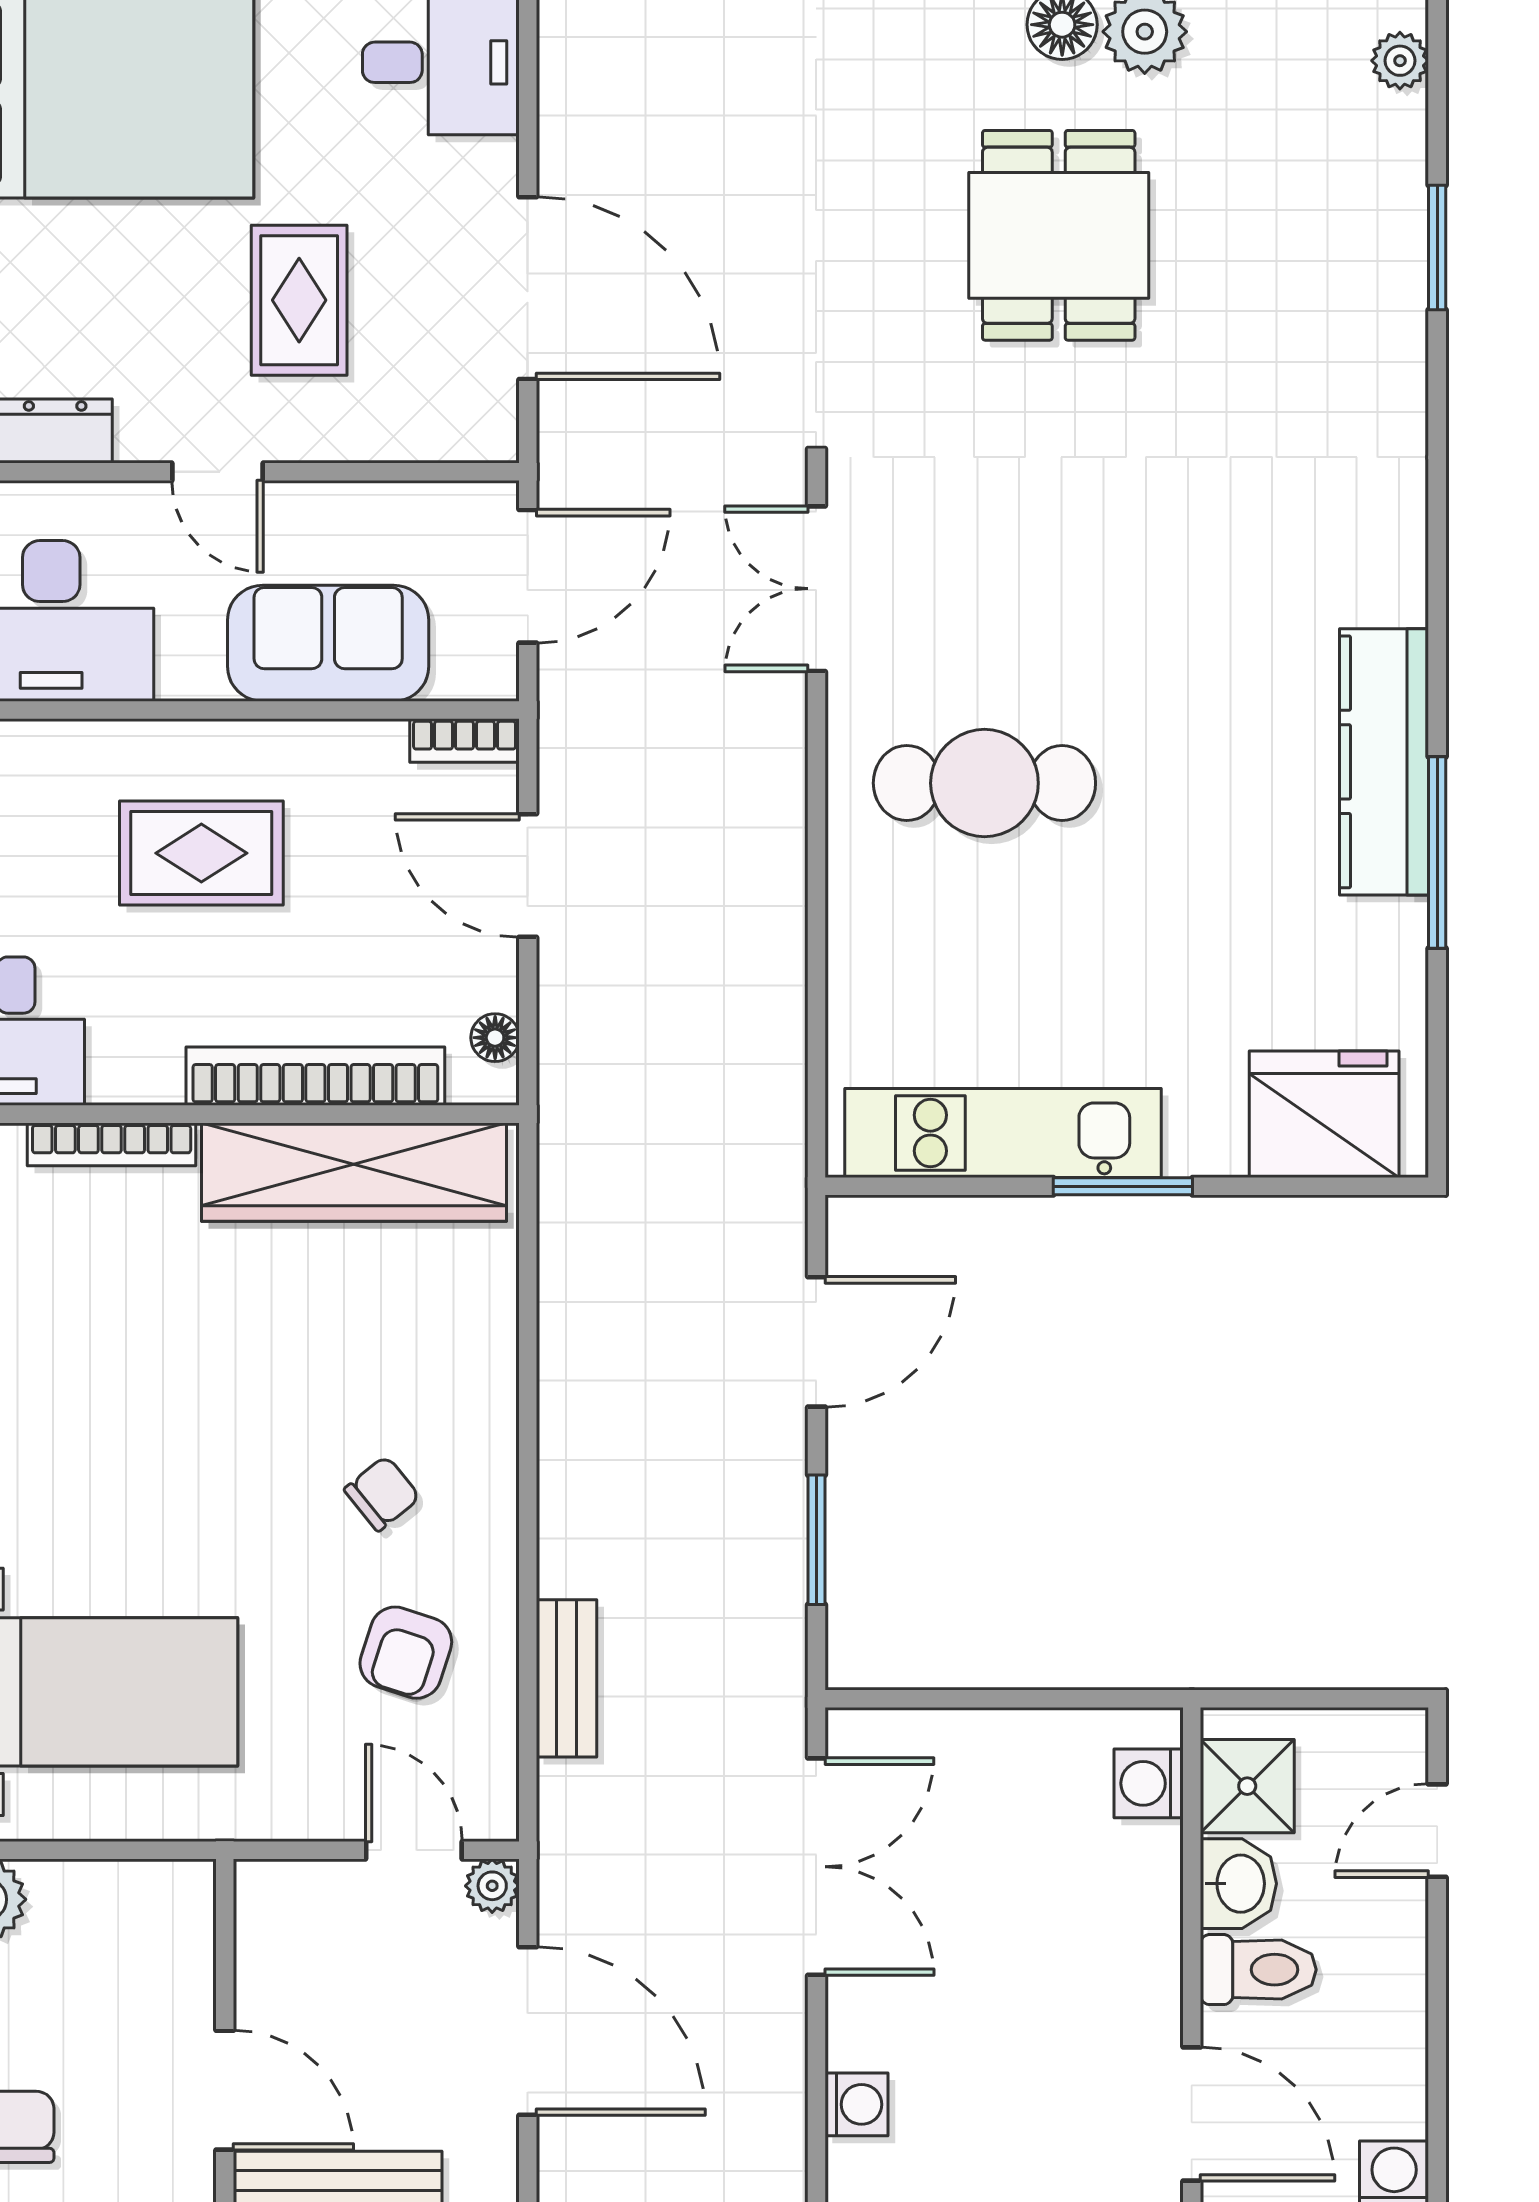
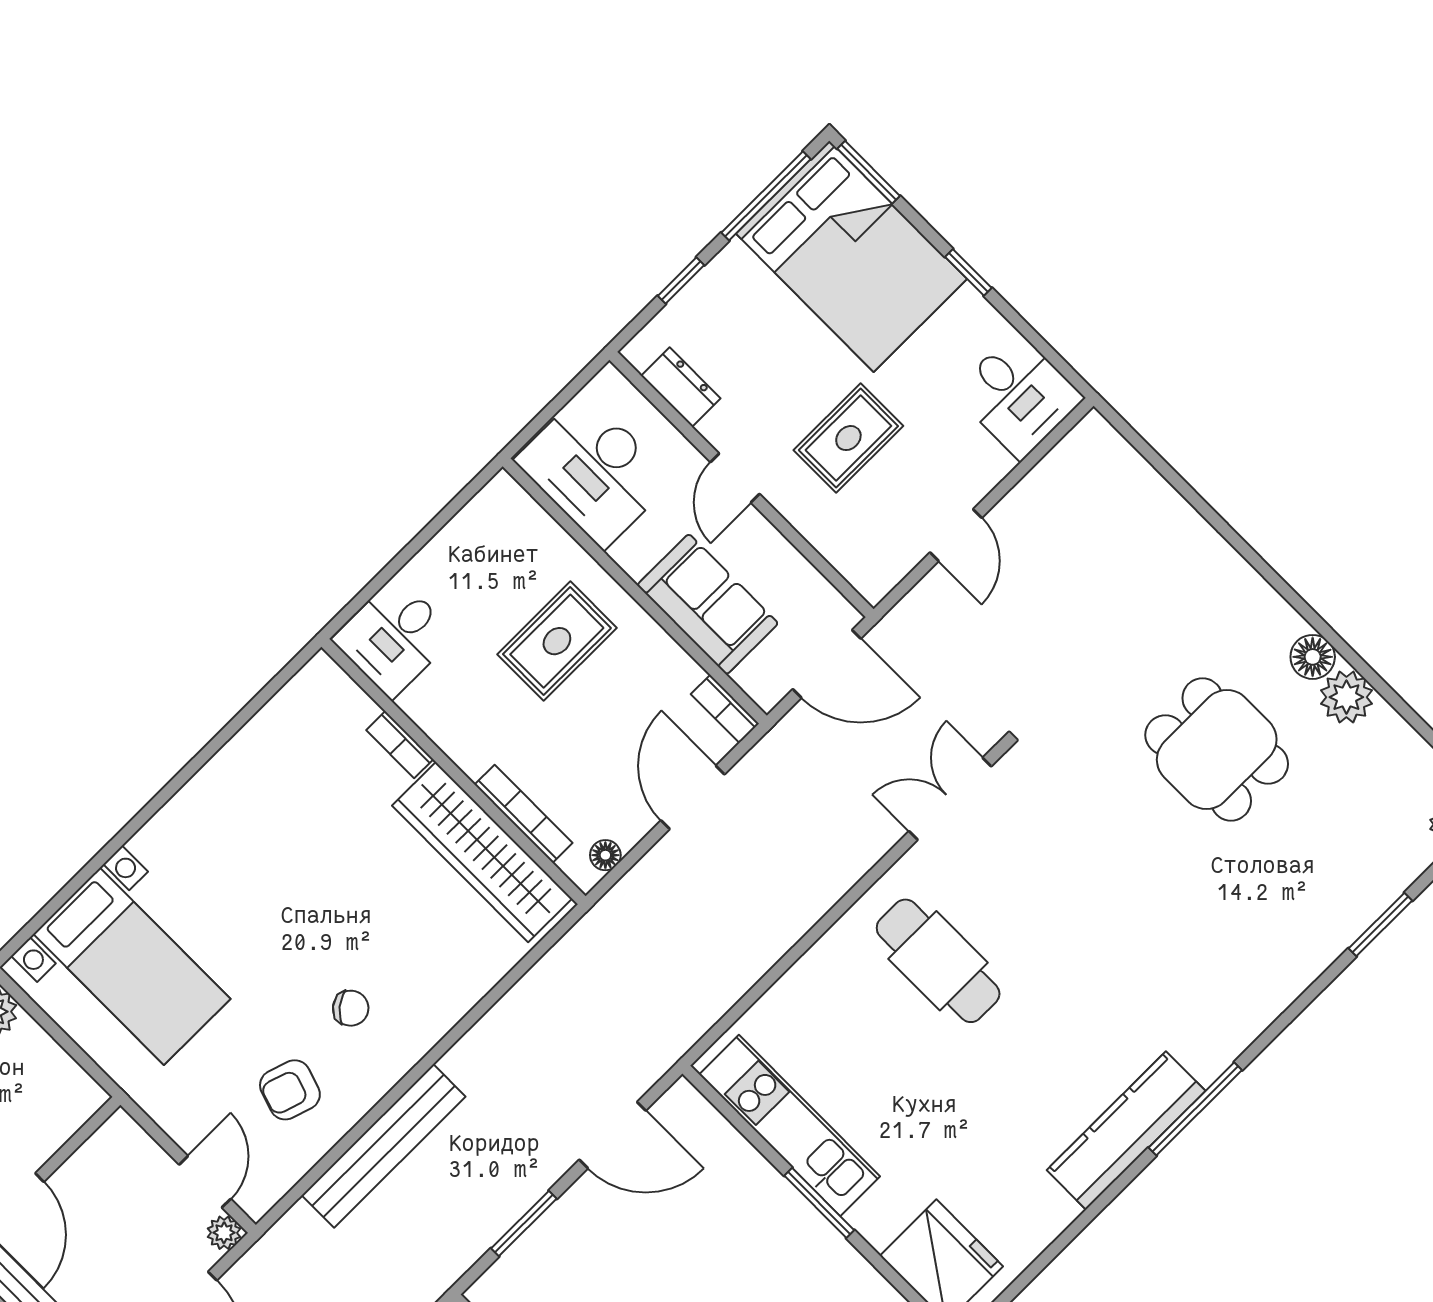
dining table: (1059, 235) -> (1217, 749), turned 90
door: (528, 288) -> (956, 535), width x0.53
rug: (201, 853) -> (557, 641), turned 90
window: (1437, 853) -> (1195, 1109), moved
bookcase: (315, 1076) -> (524, 814), width x0.68, depth x0.76
bookcase: (112, 1144) -> (400, 745), width x0.64
bench: (567, 1678) -> (384, 1146), width x1.86, depth x1.21

